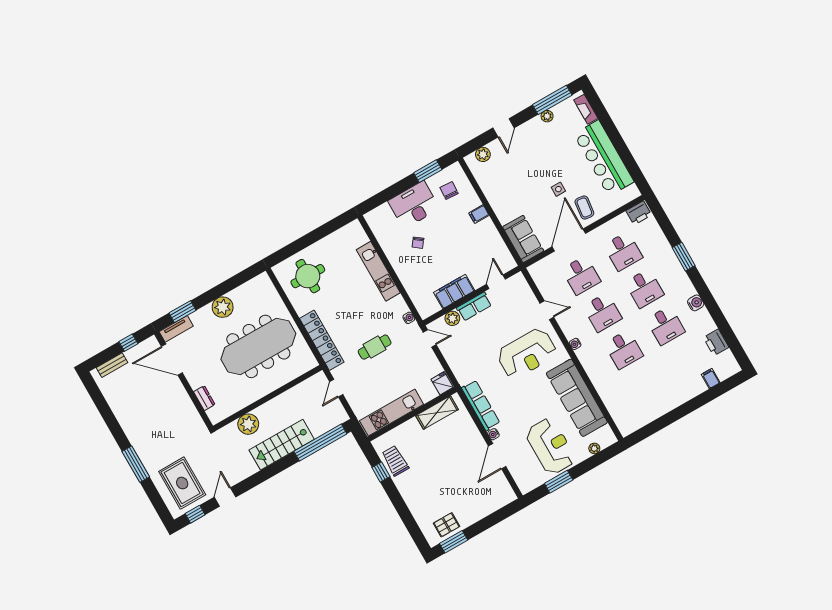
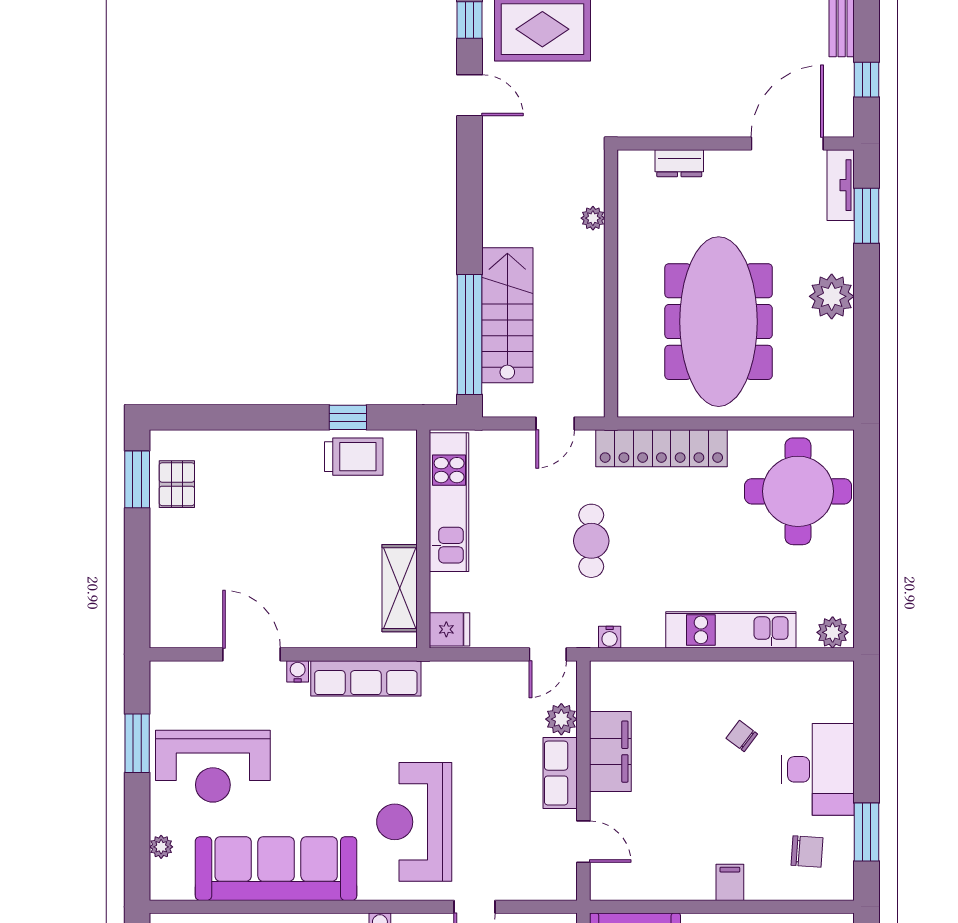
plant: (356, 230) -> (833, 632), added
round table: (308, 276) -> (798, 491), width x1.36, depth x1.36
door: (336, 388) -> (555, 424), swing flipped
plant: (248, 424) -> (593, 218), width x0.53, depth x0.53
stairs: (282, 445) -> (507, 315), moved

